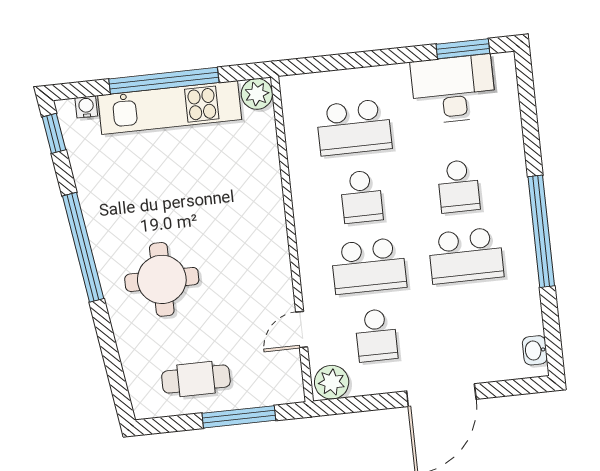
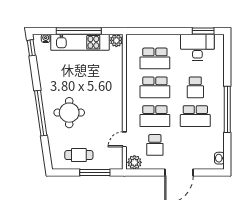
school desk: (361, 197) -> (155, 87), width x1.85
window: (83, 247) -> (41, 113), moved

